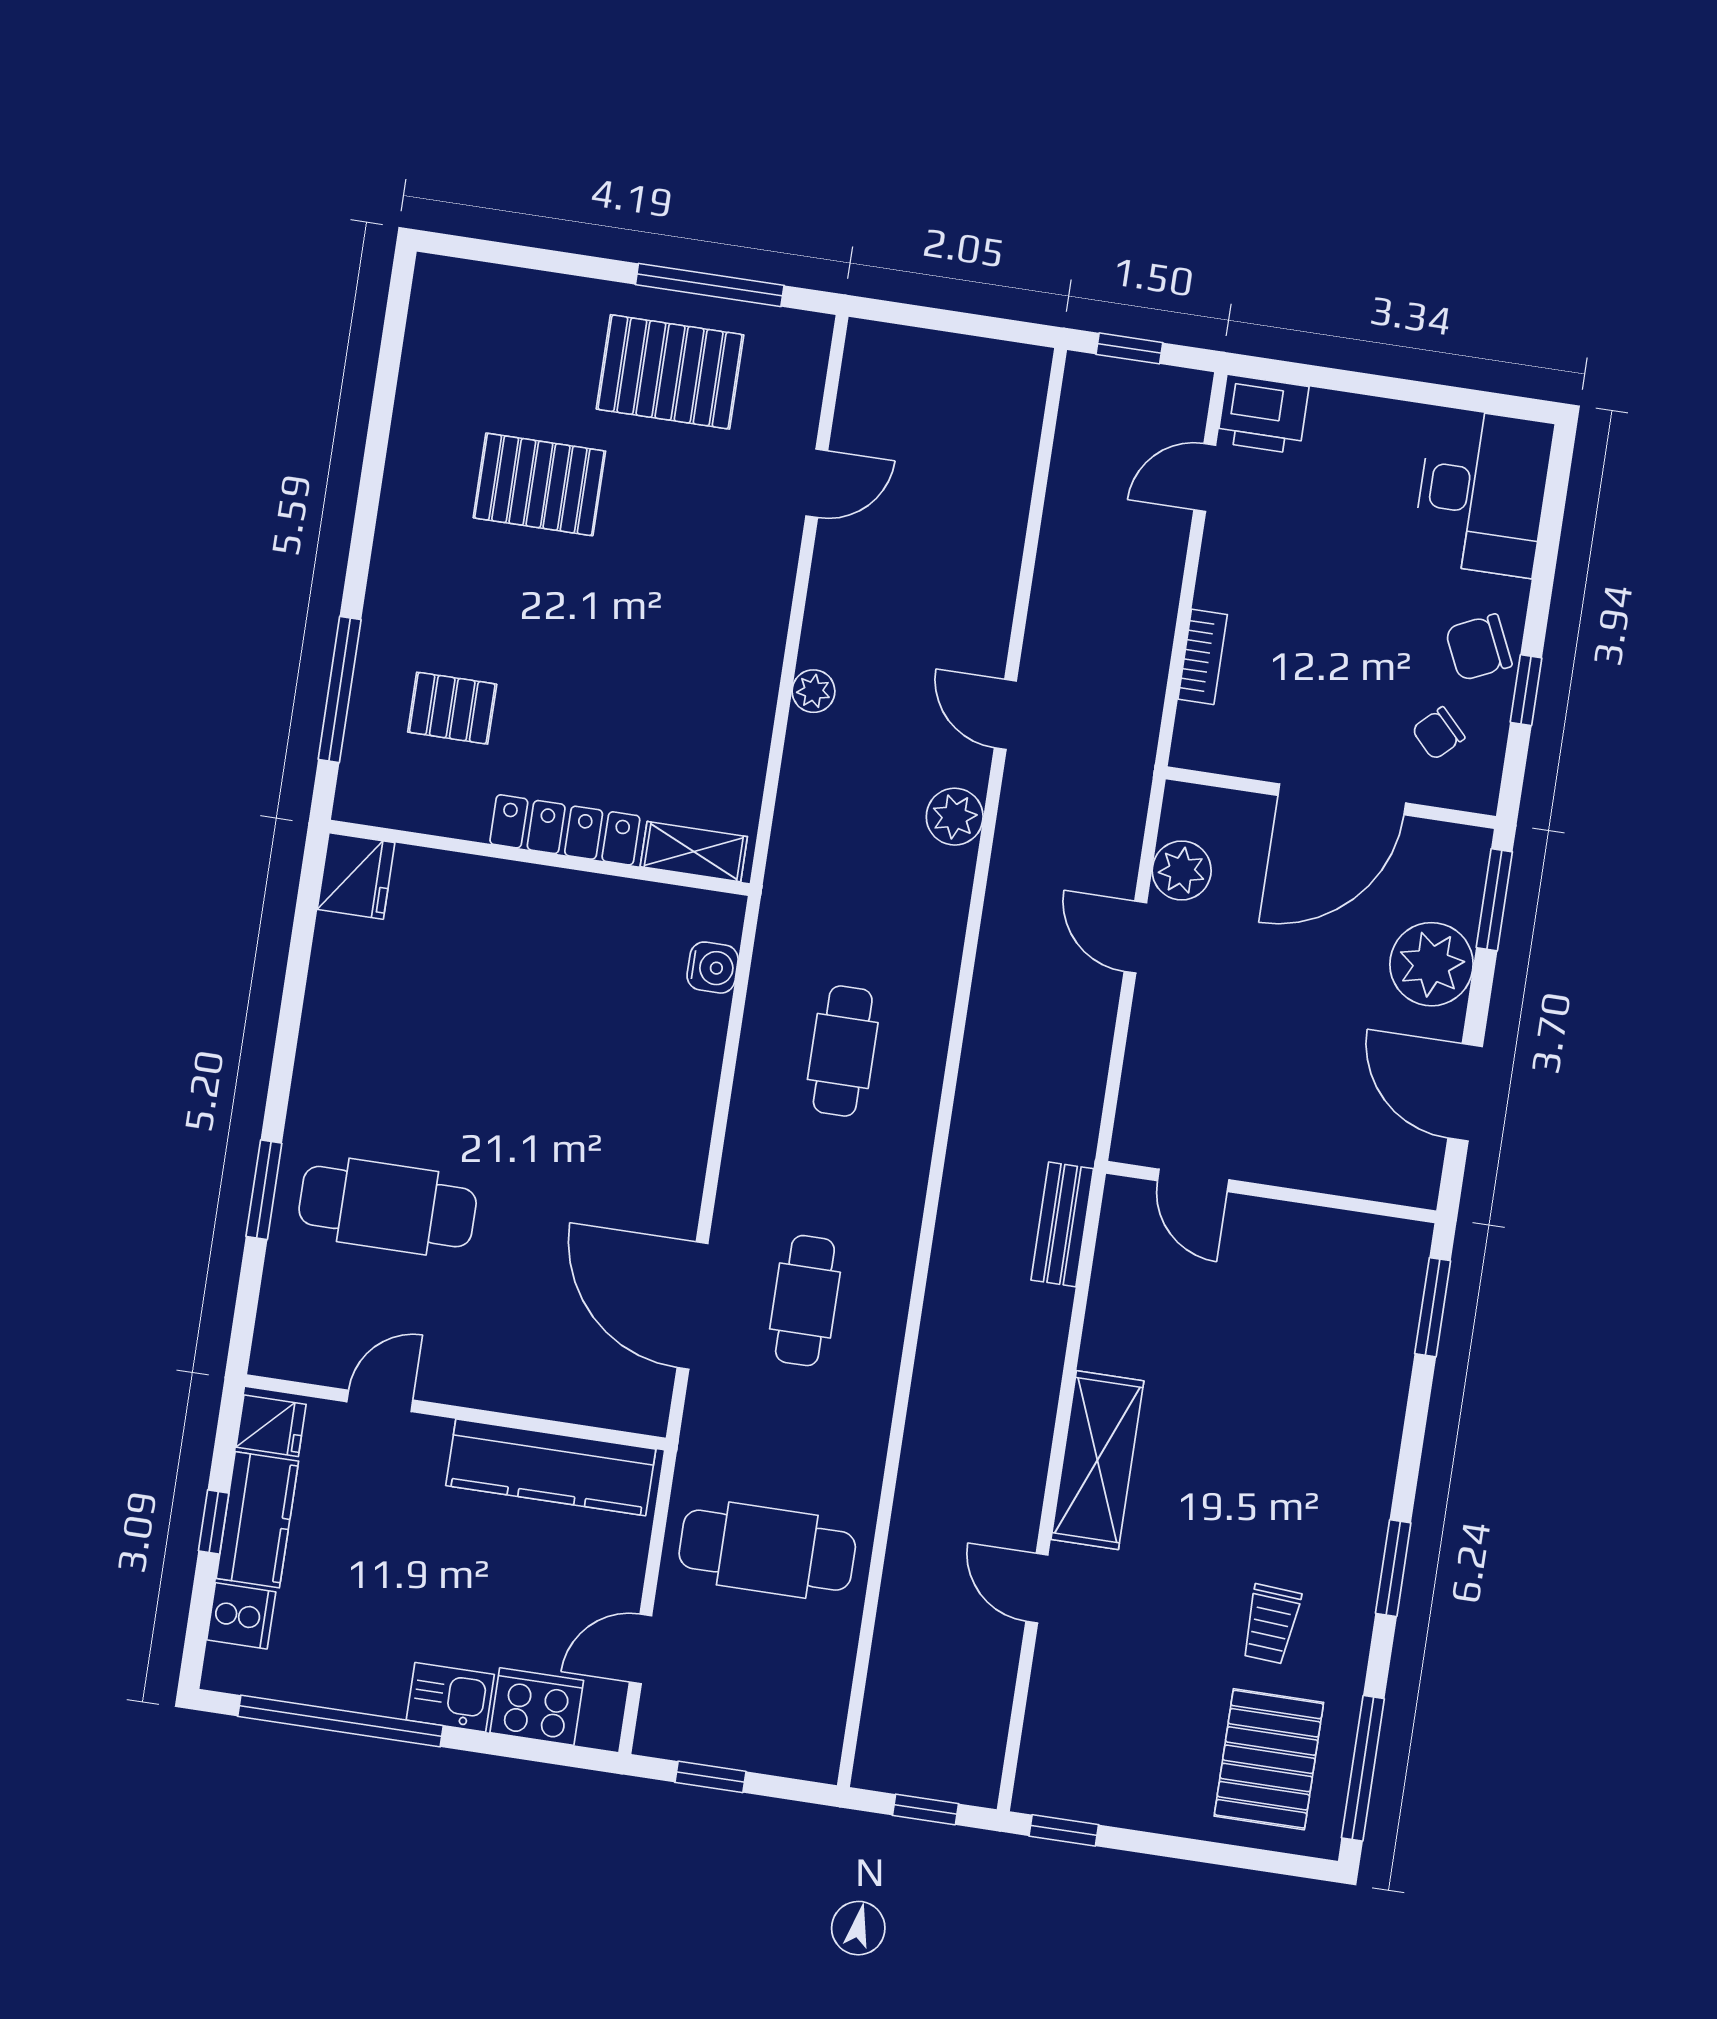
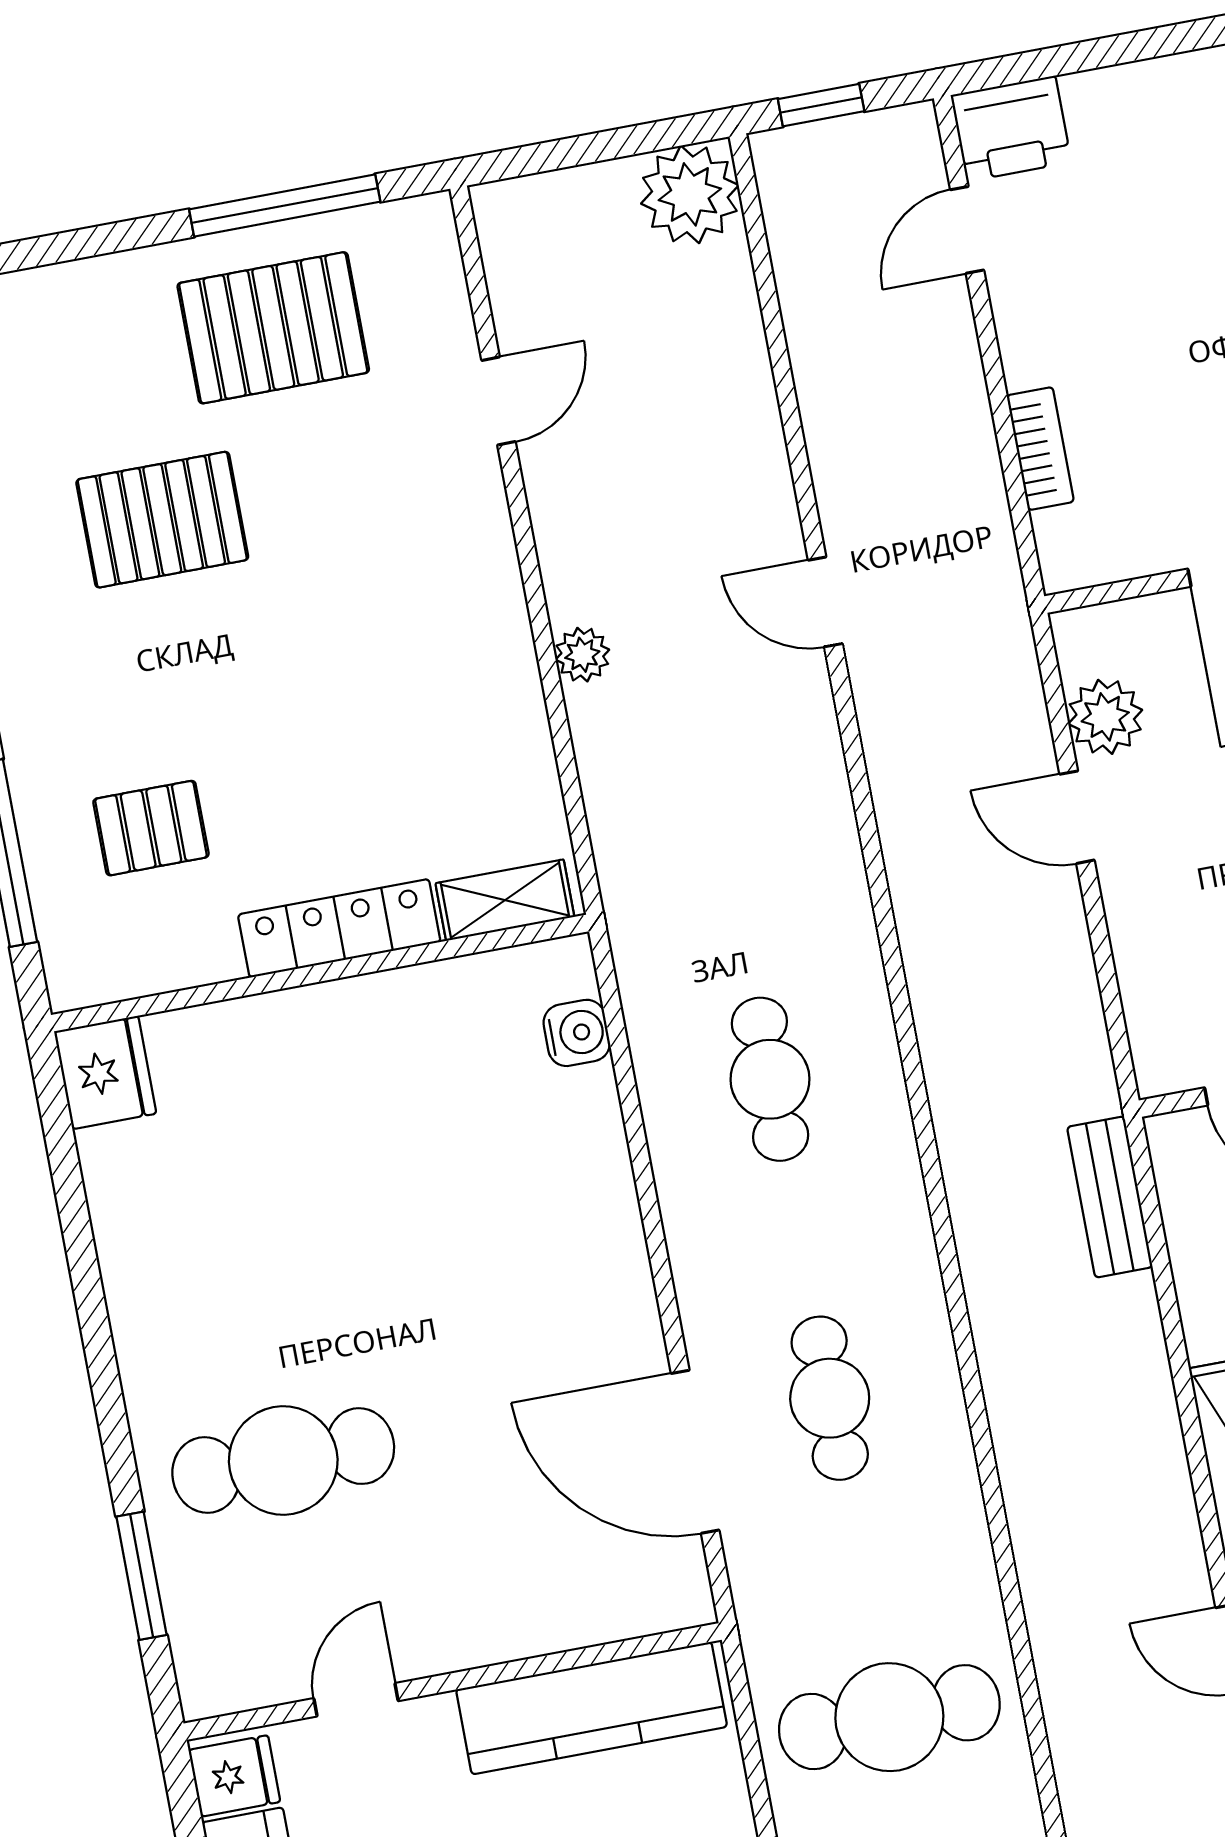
plant: (955, 817) -> (690, 194), moved, width x1.36, depth x1.36
window: (264, 1190) -> (142, 1576), moved

